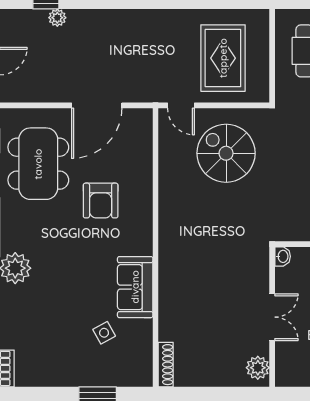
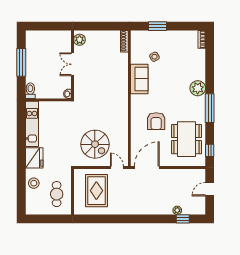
door: (97, 105) -> (147, 168), moved
armchair: (101, 201) -> (156, 121), turned 180

